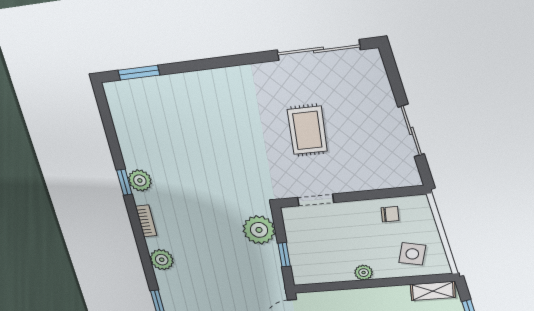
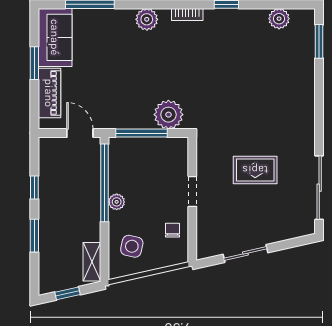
plant: (140, 180) -> (279, 19), moved
doorway: (316, 200) -> (192, 191), moved
chair: (390, 214) -> (172, 230), turned 180
window: (284, 255) -> (141, 133), width x2.17
window: (344, 285) -> (105, 183), added

